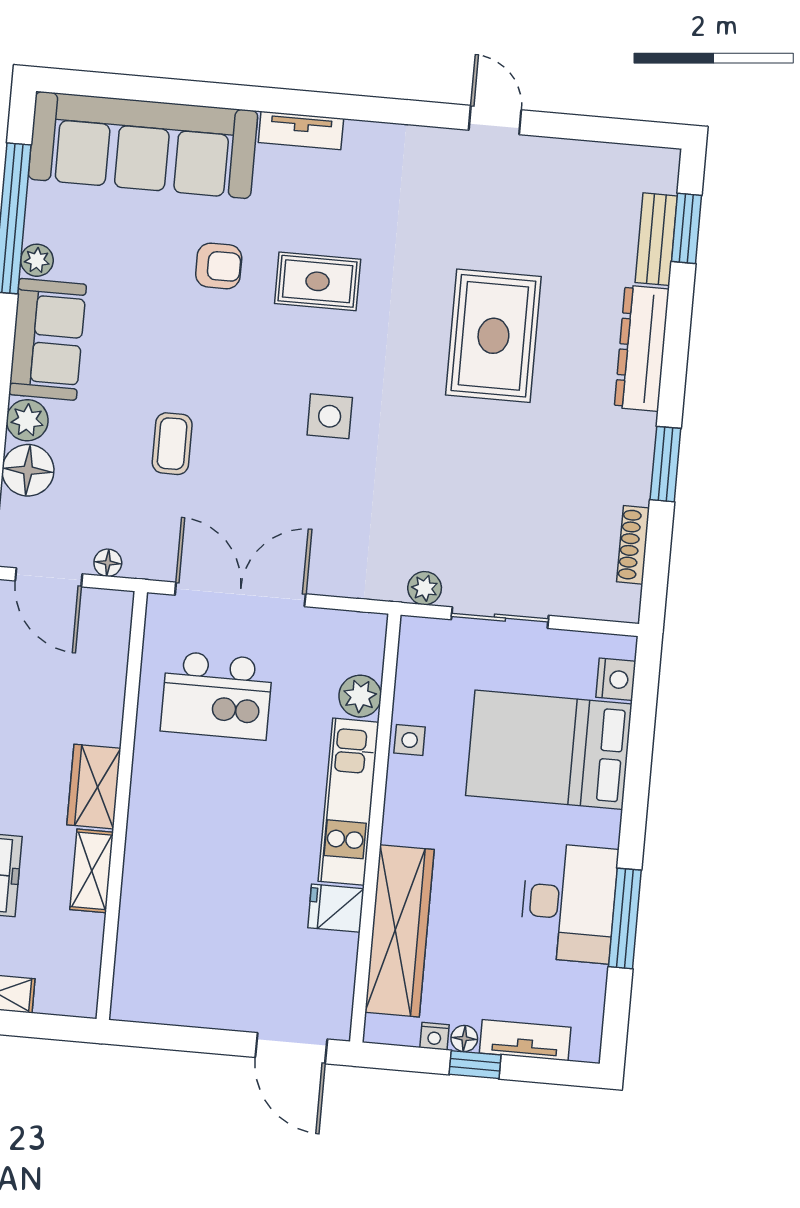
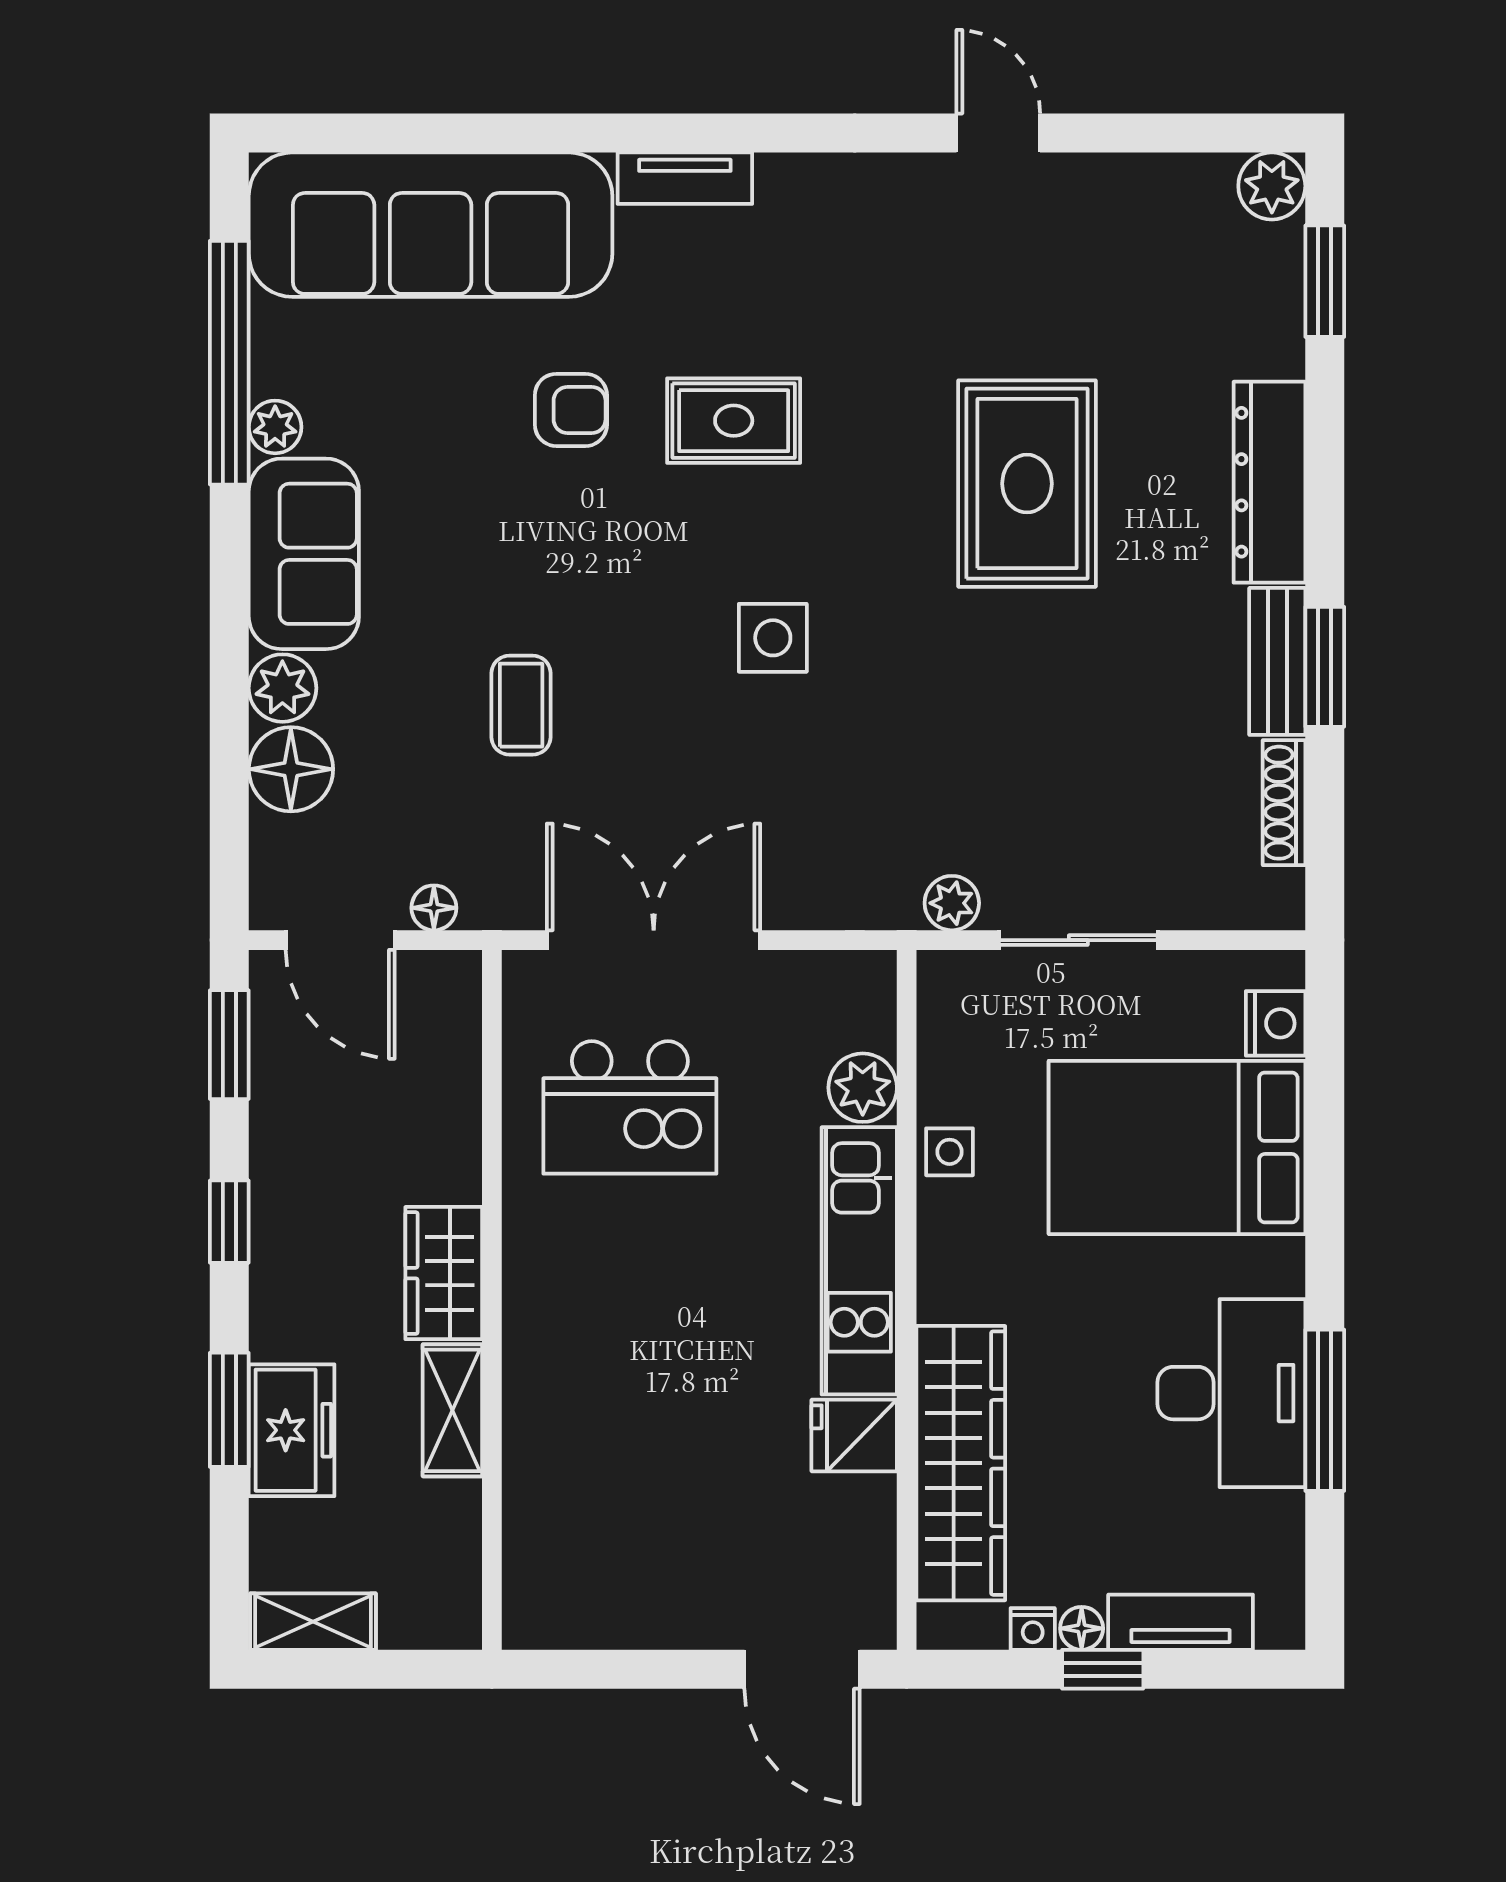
plant: (659, 167) -> (1272, 186), added
bench: (656, 239) -> (1277, 661), moved

